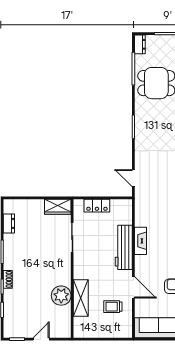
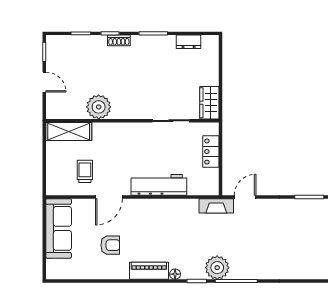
fireplace: (140, 241) -> (216, 206), moved
shelving: (81, 298) -> (69, 131), moved

